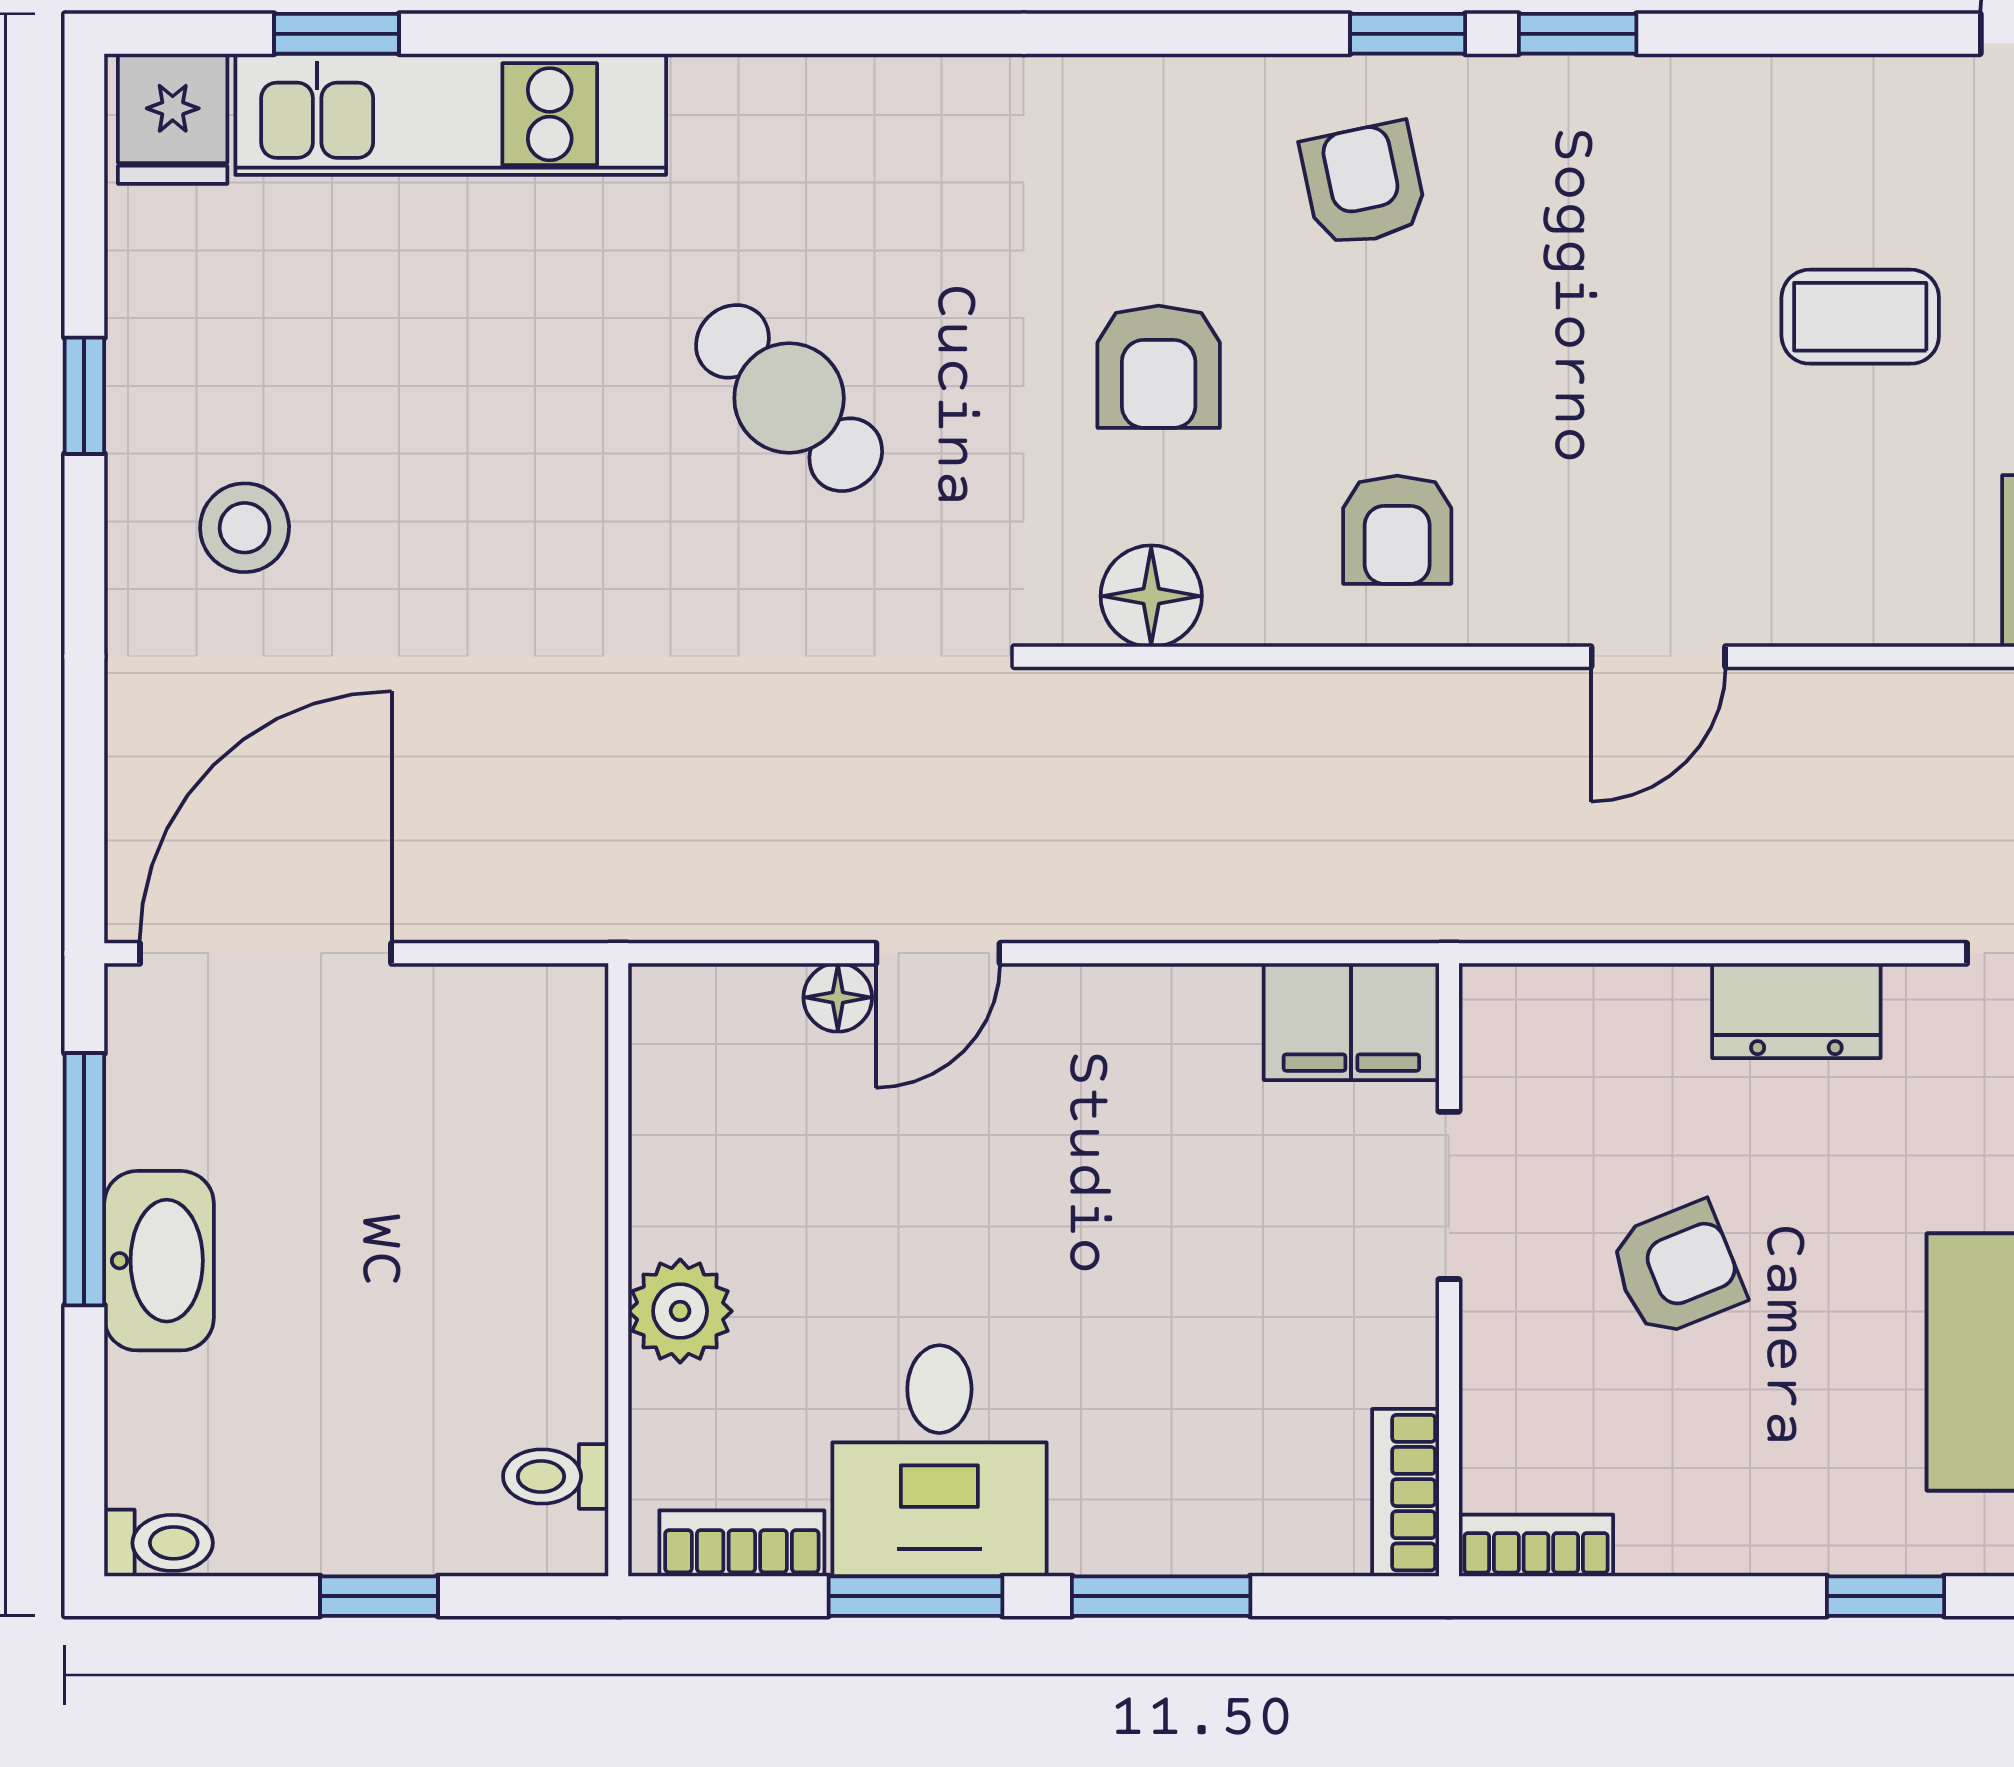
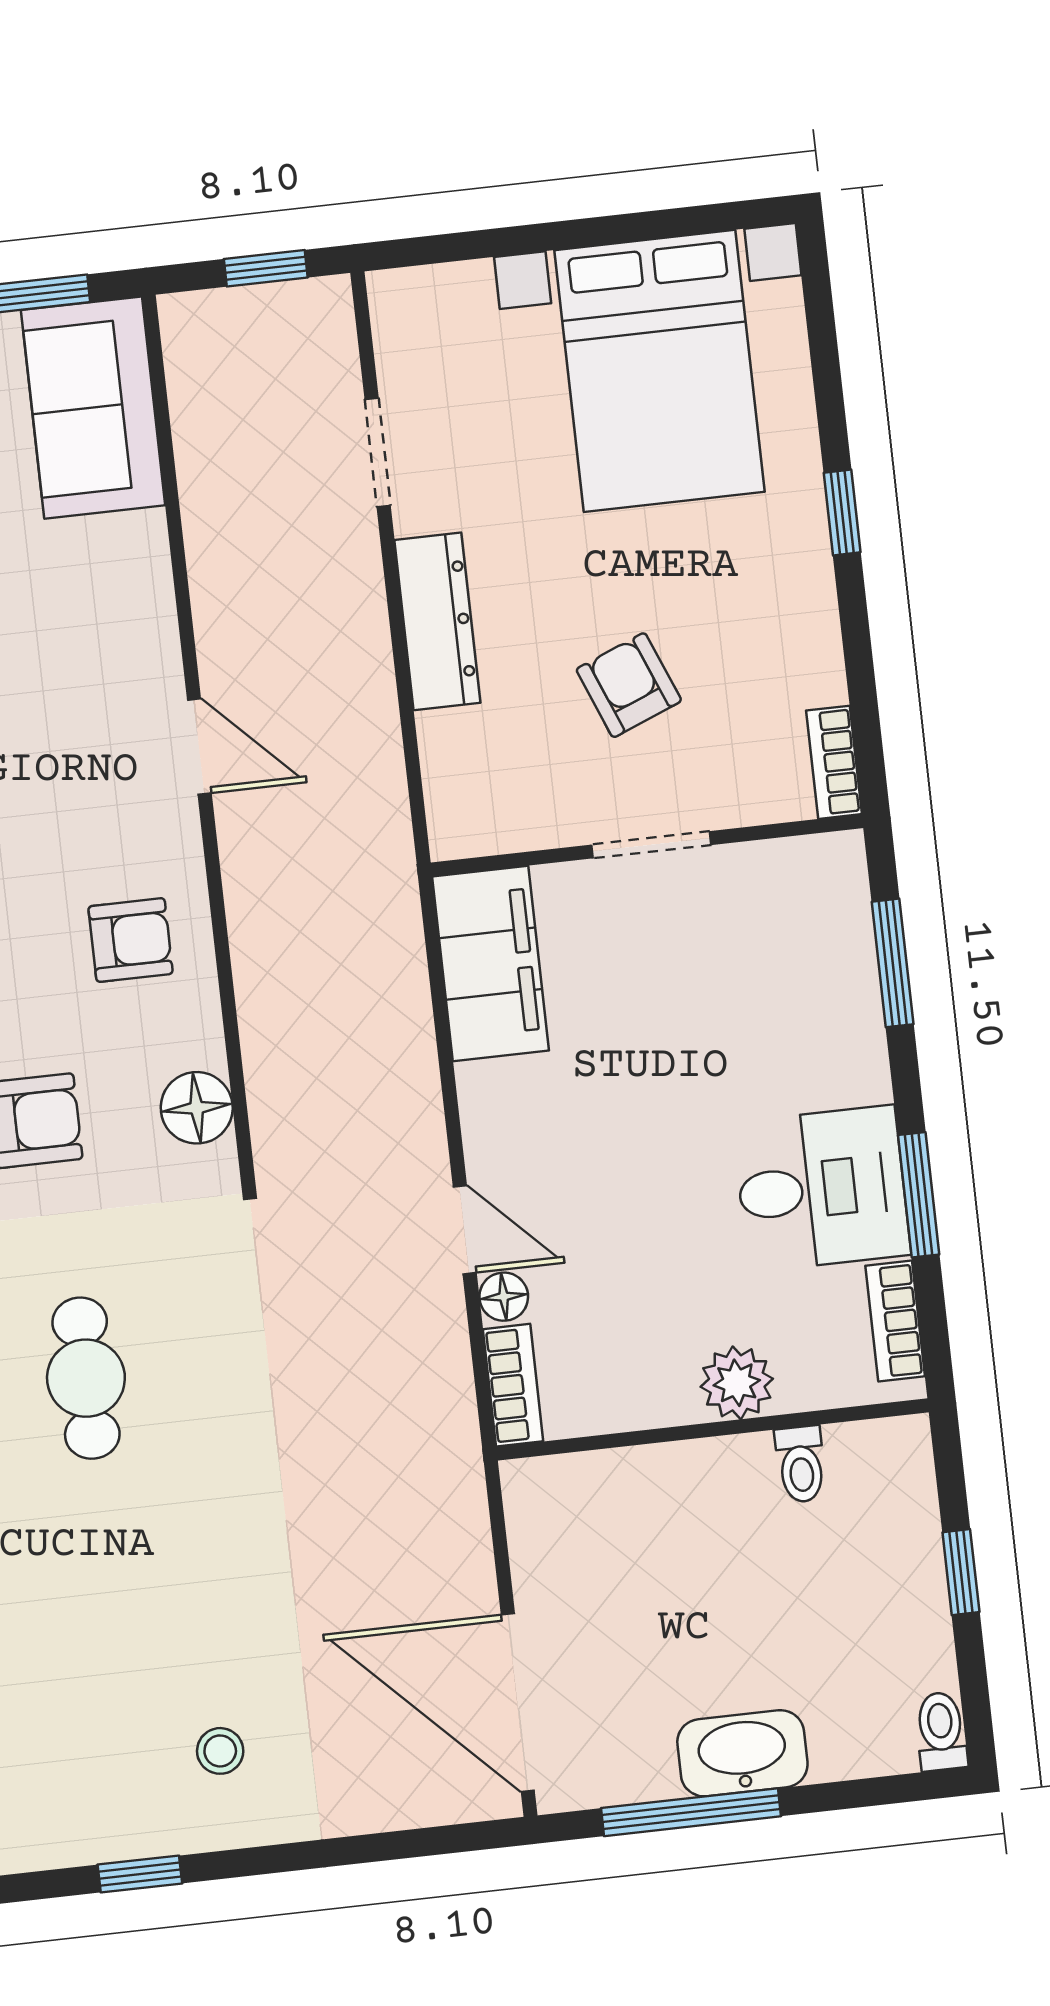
cafe table: (789, 398) -> (86, 1378), turned -45
stool: (245, 528) -> (220, 1751), width x0.73, depth x0.73
dresser: (1796, 1011) -> (437, 621), width x1.44
filing cabinet: (1351, 1022) -> (491, 964), width x1.50, depth x1.17
doorway: (1449, 1195) -> (651, 845), moved
toilet: (556, 1476) -> (801, 1464), moved
bookcase: (1406, 1493) -> (513, 1385), moved, turned -90
window: (1161, 1596) -> (893, 963), moved

